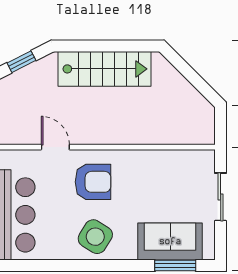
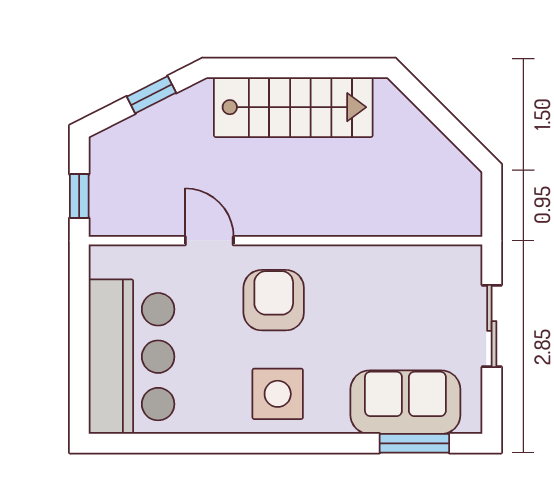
armchair: (93, 182) -> (274, 300), turned -90
side table: (95, 237) -> (278, 394), turned -32

